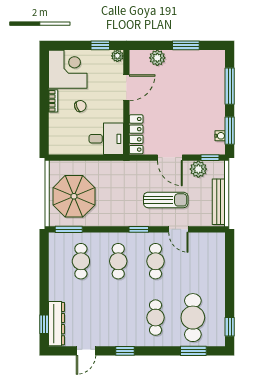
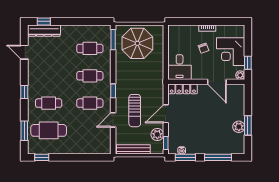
plant: (157, 58) -> (239, 127), moved
corner desk: (68, 69) -> (231, 52), moved, turned 90
window: (125, 351) -> (24, 92), moved

